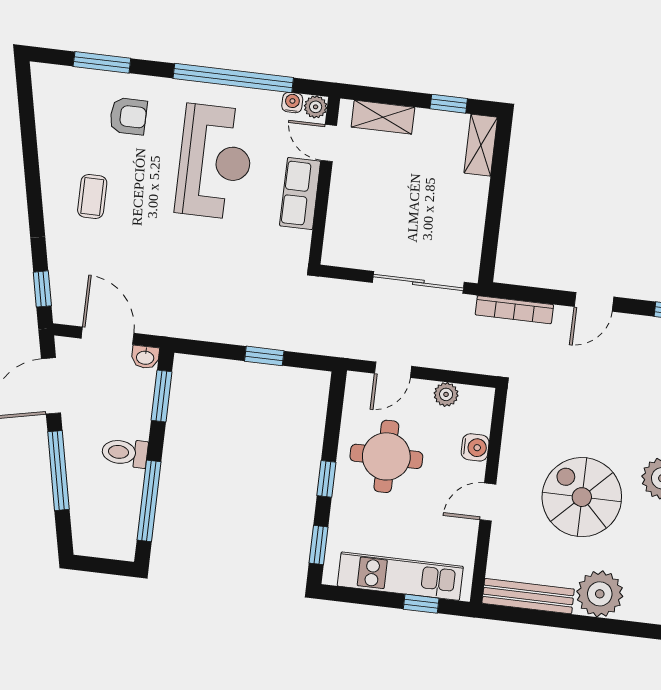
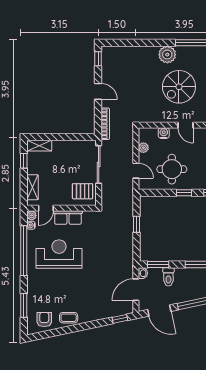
armchair: (128, 116) -> (44, 319), moved
coffee table: (92, 196) -> (69, 318), moved
pallet: (359, 236) -> (83, 191), added
toilet: (125, 453) -> (168, 277), moved

